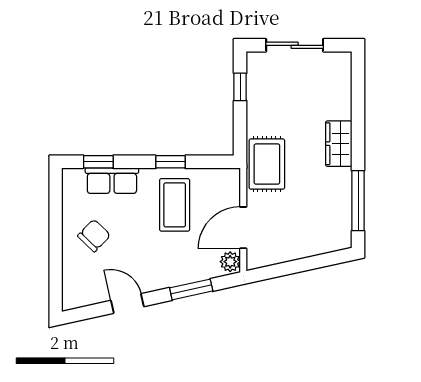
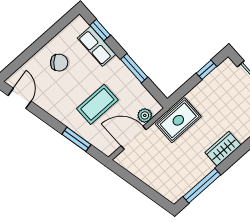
window: (171, 162) -> (134, 68), width x1.50
coffee table: (175, 205) -> (97, 104), moved
plant: (230, 262) -> (145, 115), moved
door: (127, 304) -> (20, 98), moved

